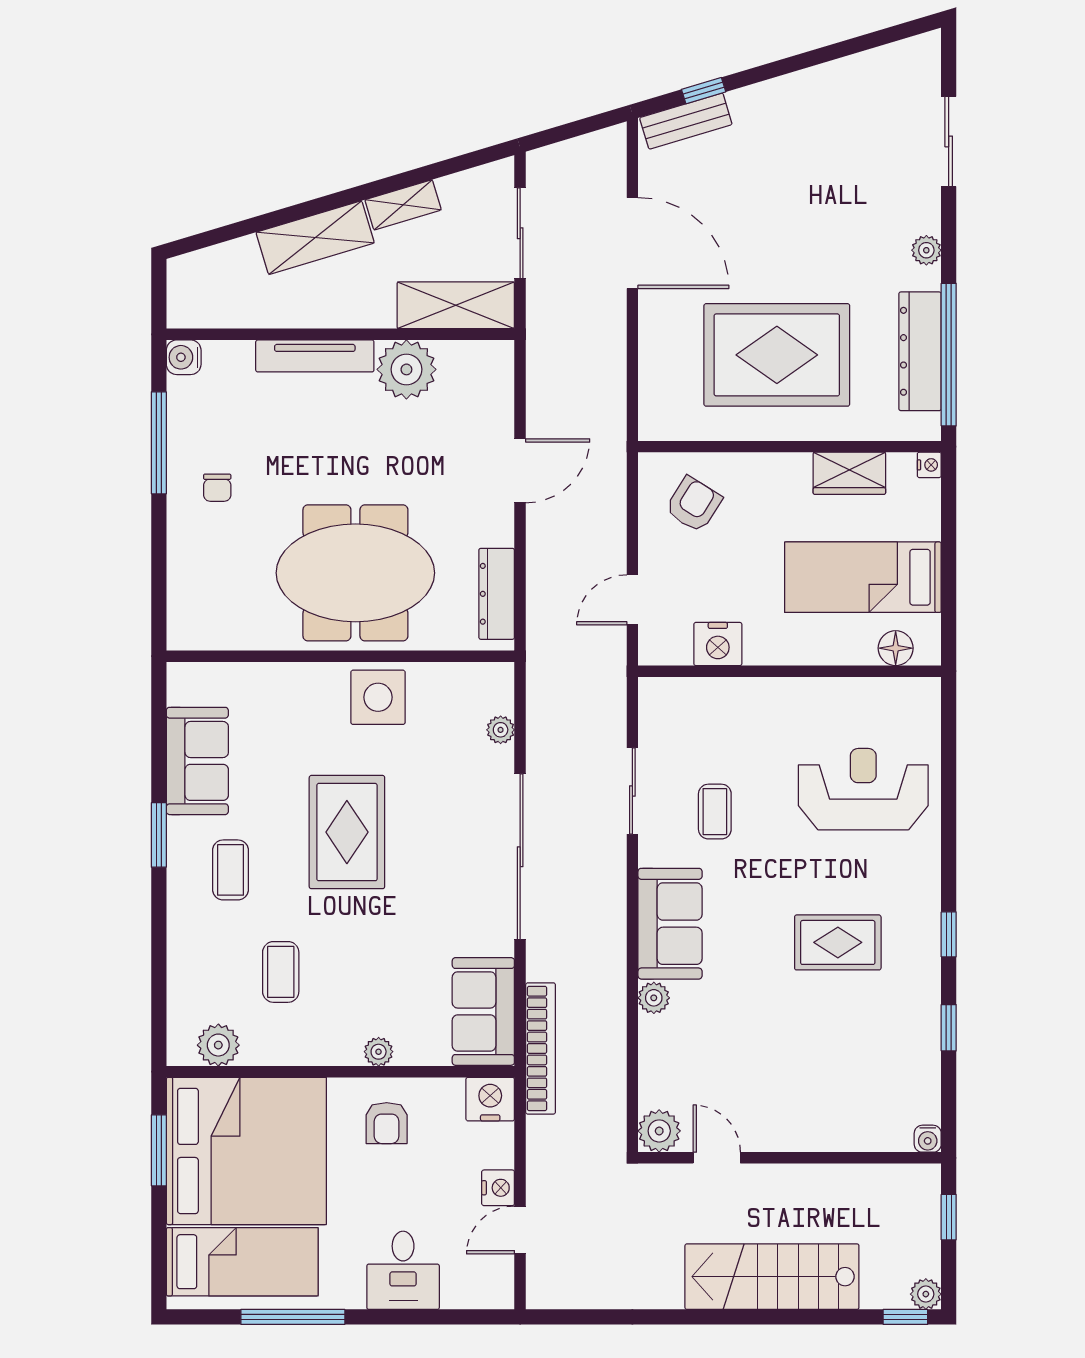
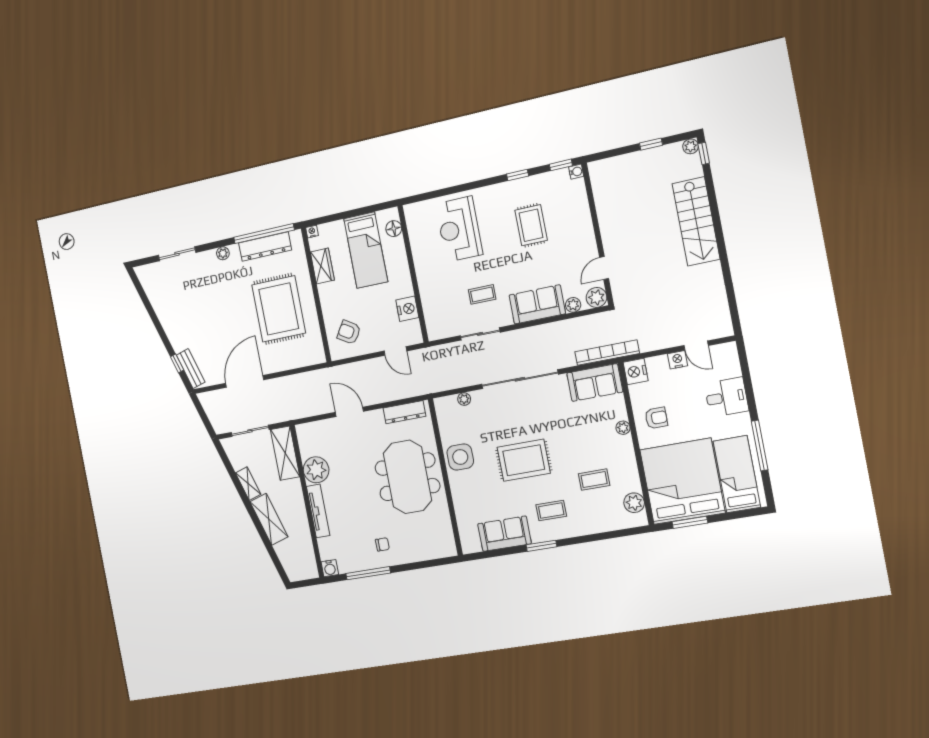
plant: (659, 1131) -> (596, 297), moved
water cooler: (928, 1139) -> (576, 172), moved
door: (717, 1158) -> (604, 268), moved
wall: (790, 1158) -> (598, 234), moved

